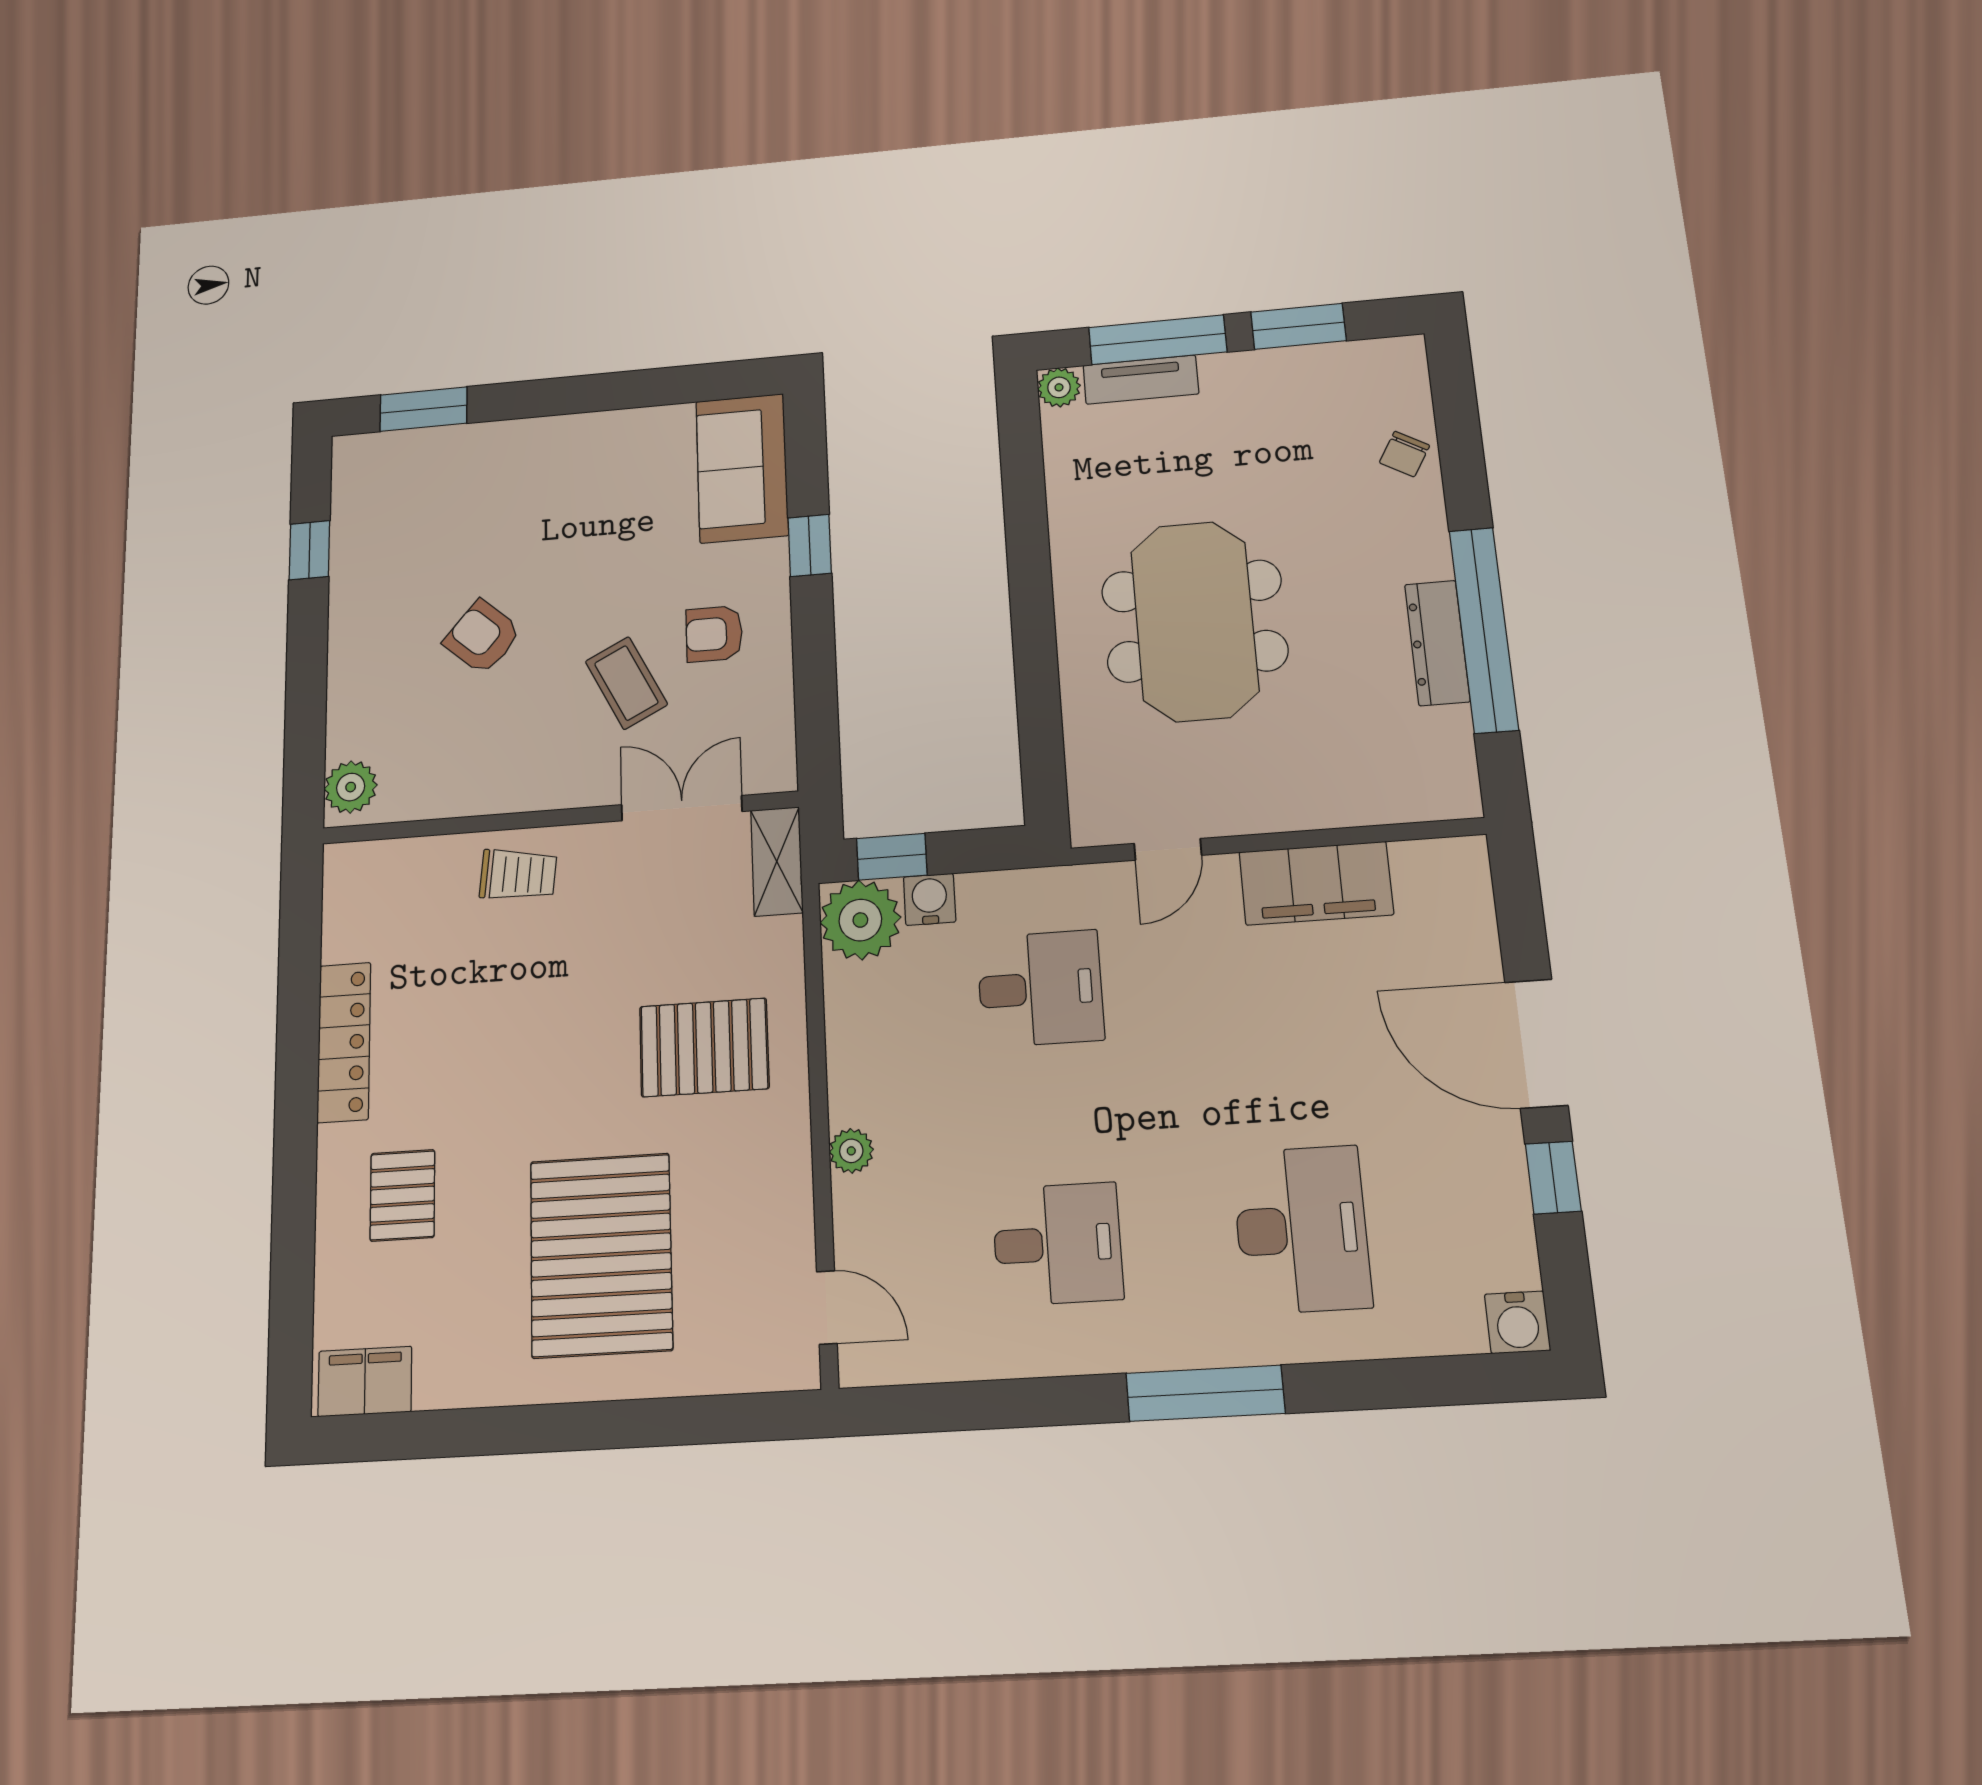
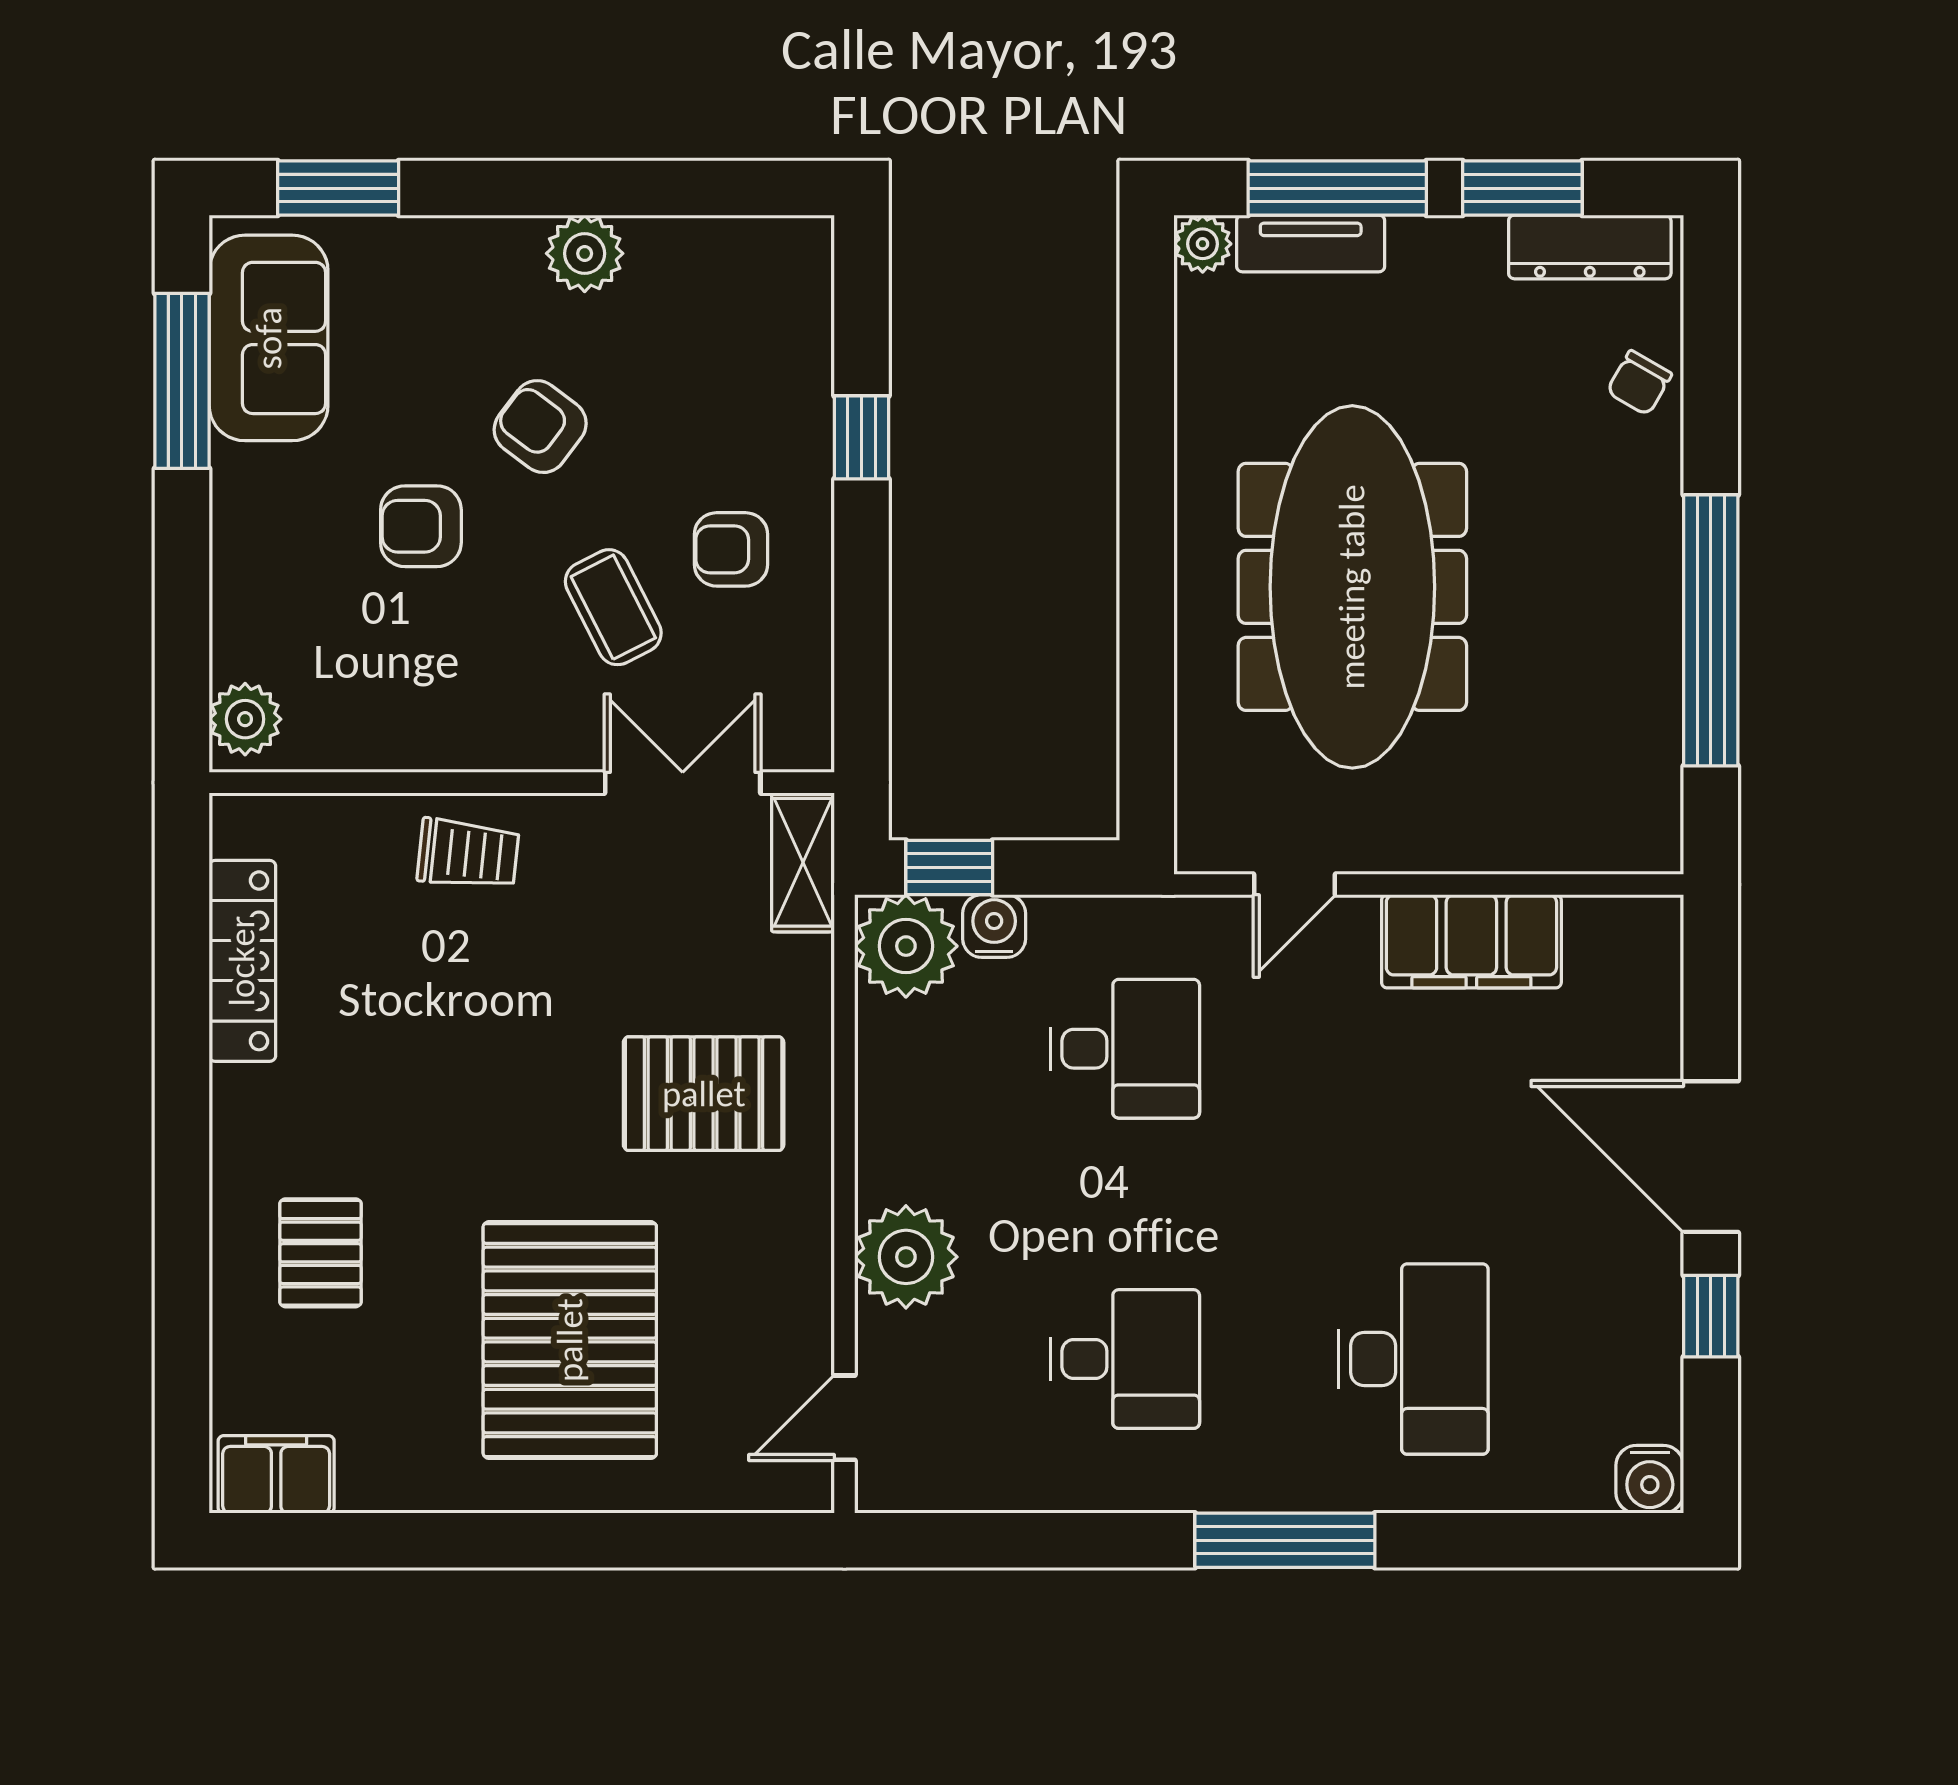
plant: (601, 437) -> (585, 253), added
sofa: (742, 468) -> (269, 338), moved, turned 180
window: (309, 550) -> (182, 381), width x2.17
armchair: (570, 559) -> (540, 427), added
meeting table: (1194, 621) -> (1352, 587), width x1.36
armchair: (482, 637) -> (421, 526), turned -41
dresser: (1437, 643) -> (1590, 247), moved, turned -90
locker: (344, 1042) -> (242, 961), moved
plant: (851, 1151) -> (906, 1257), width x1.87, depth x1.87
door: (827, 1307) -> (844, 1418), swing flipped

